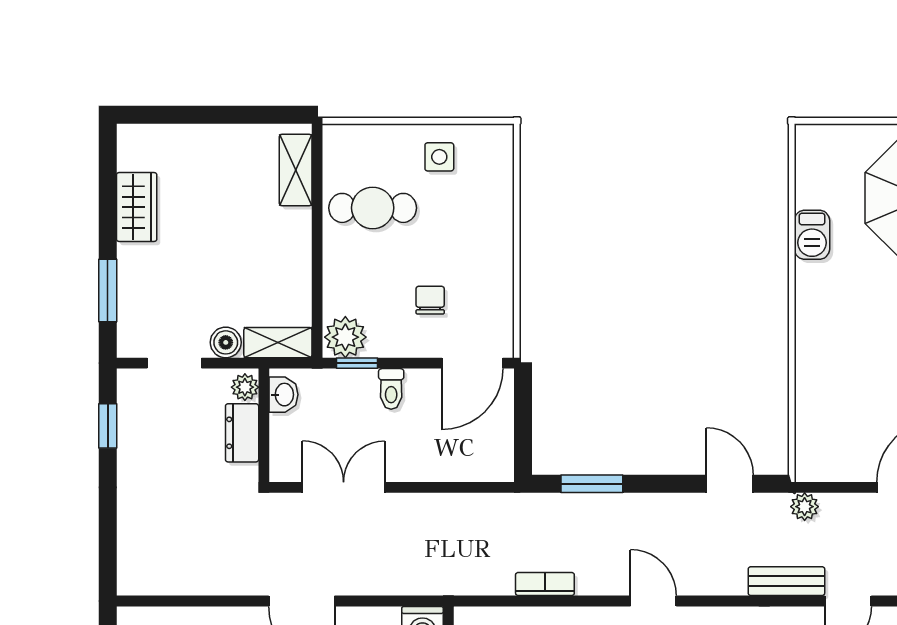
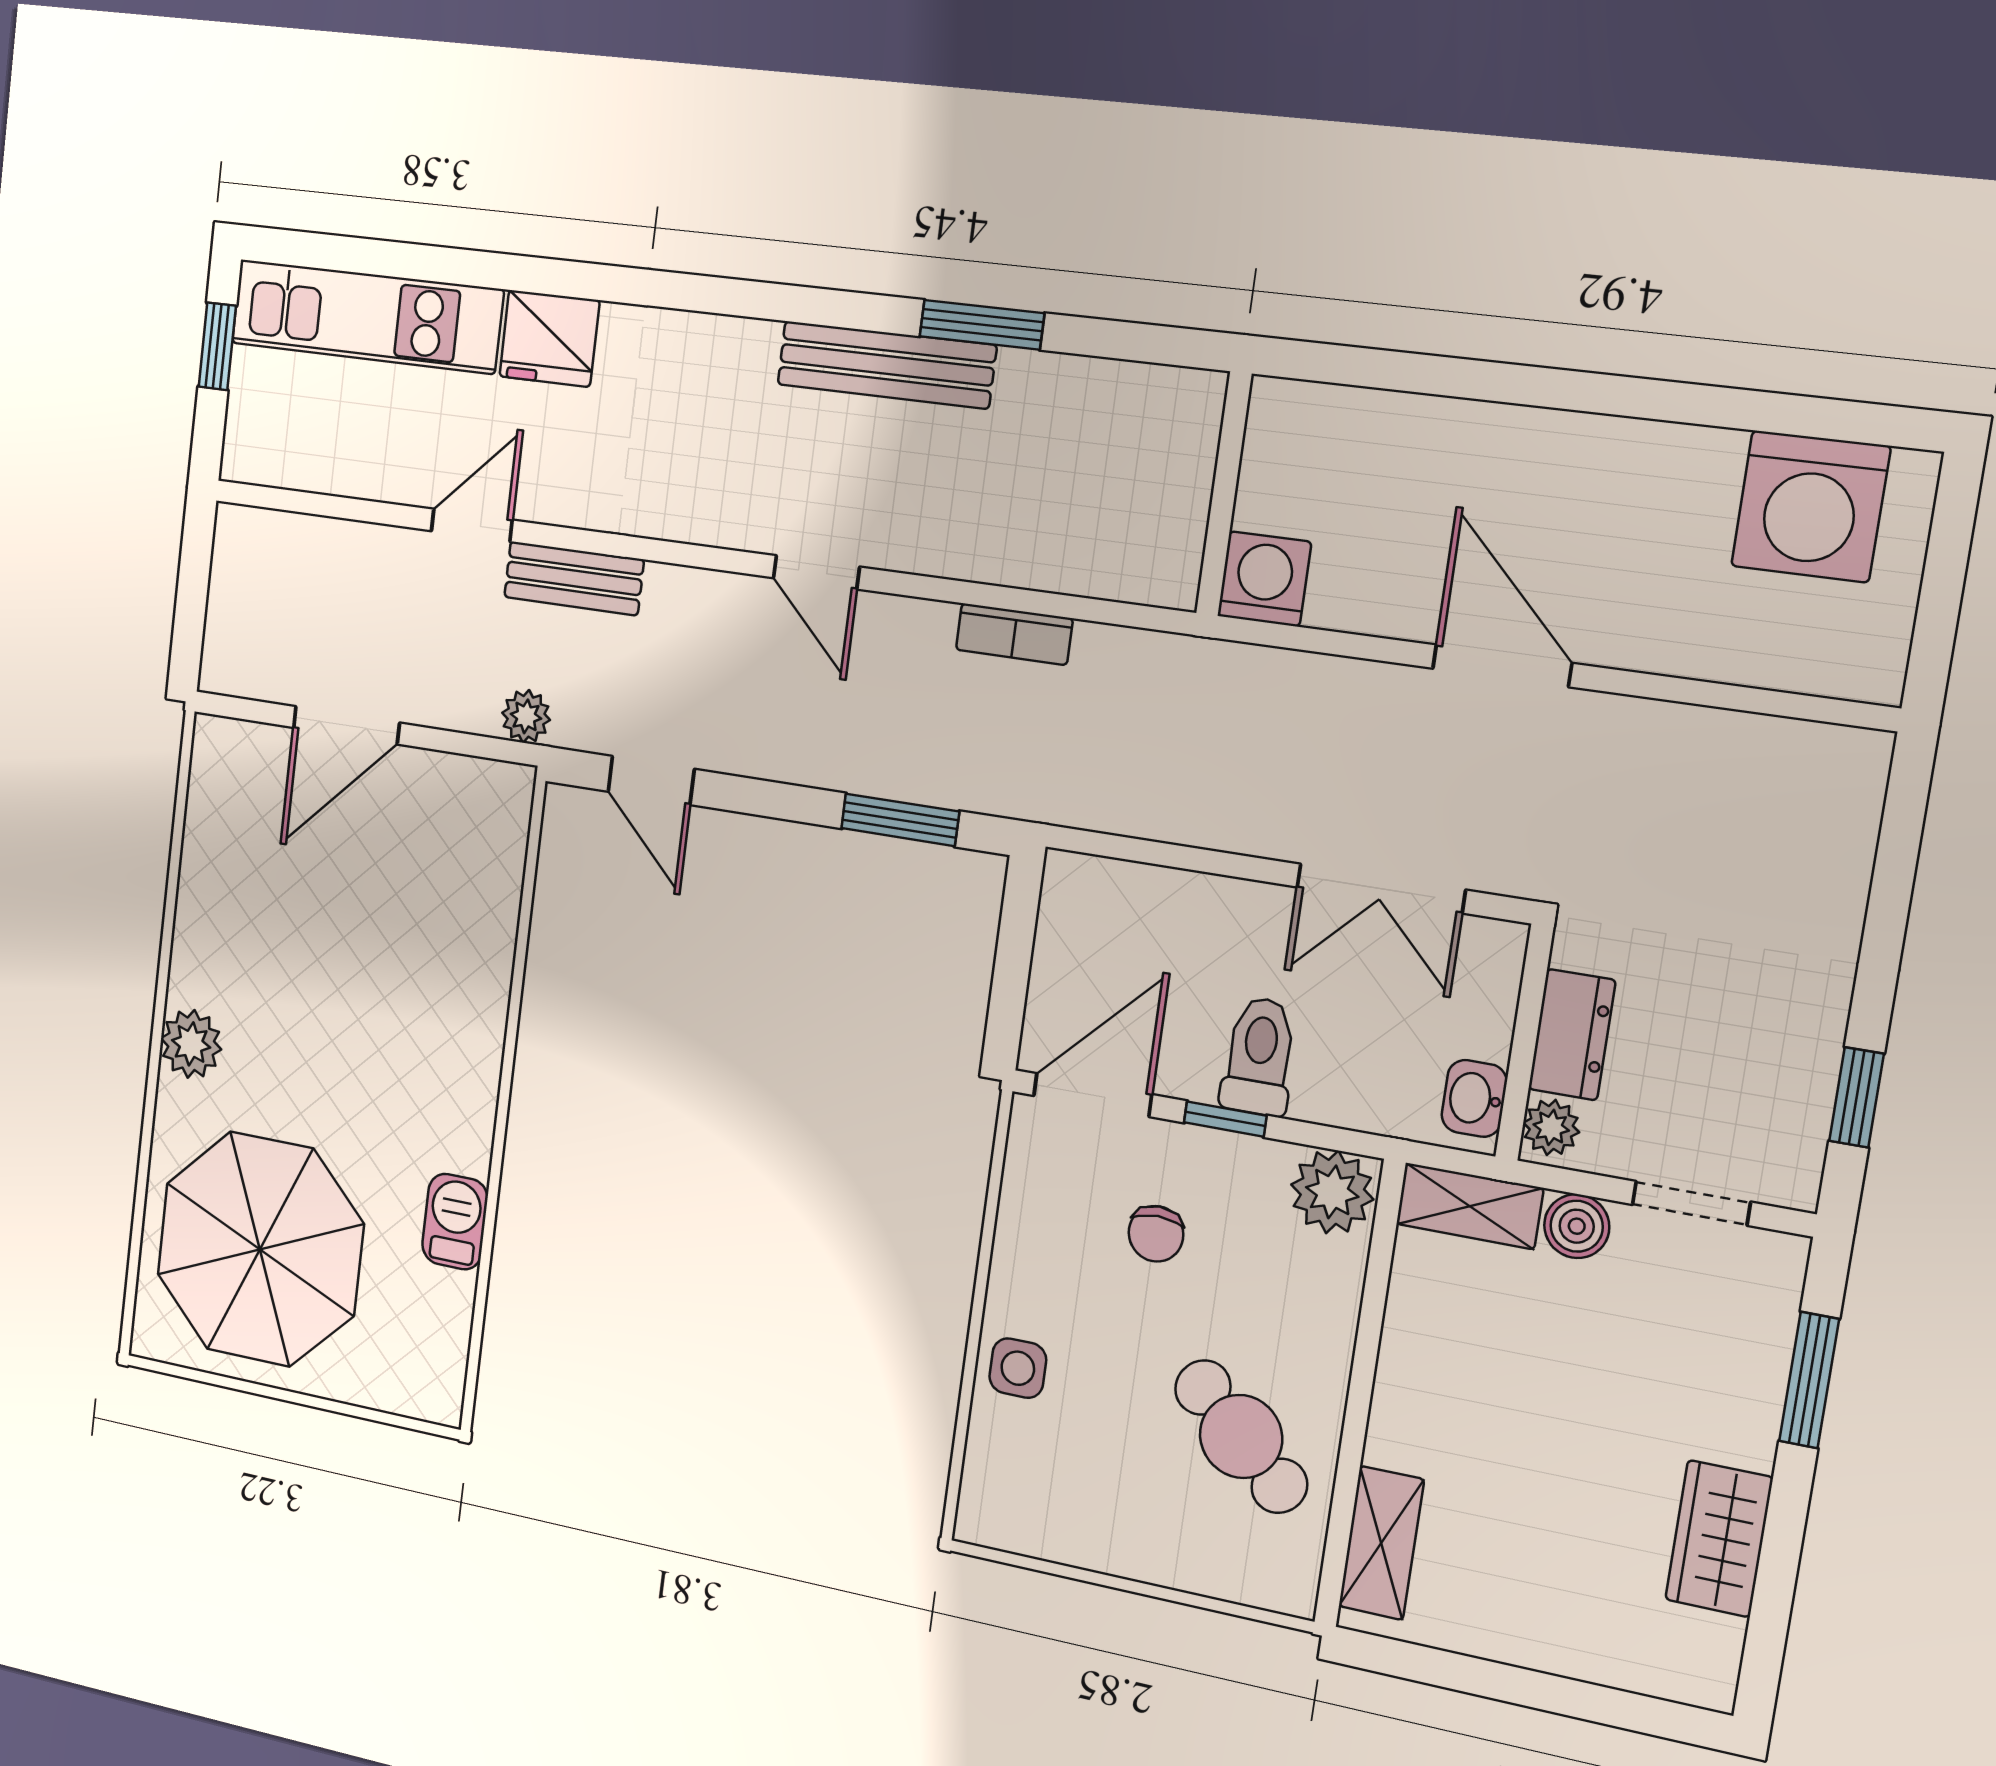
side table: (439, 157) -> (1018, 1368), moved
cafe table: (373, 208) -> (1241, 1436), turned 42
window: (357, 363) -> (1225, 1119), moved
toilet: (391, 389) -> (1259, 1056), width x1.37, depth x1.39

